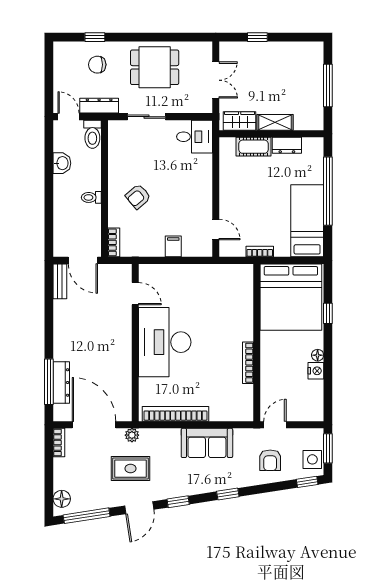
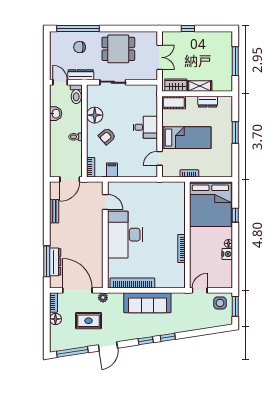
window: (95, 37) -> (78, 28), width x3.17
desk: (194, 137) -> (145, 127), moved
cot: (254, 147) -> (174, 102), moved
floor lamp: (120, 165) -> (95, 115), added
window: (328, 191) -> (235, 133), width x0.47
bed: (307, 221) -> (186, 138), moved, turned 90
door: (216, 229) -> (160, 158), swing flipped
filing cabinet: (173, 246) -> (112, 170), moved
door: (83, 260) -> (70, 179), hinge flipped
bench: (60, 281) -> (54, 211), moved
sofa: (207, 443) -> (147, 303), width x1.36
side table: (312, 459) -> (220, 303), moved
armchair: (270, 460) -> (196, 314), removed
rug: (131, 469) -> (89, 321), moved
window: (307, 482) -> (221, 329), removed
floor lamp: (62, 499) -> (55, 319), moved
window: (178, 502) -> (146, 341), moved

